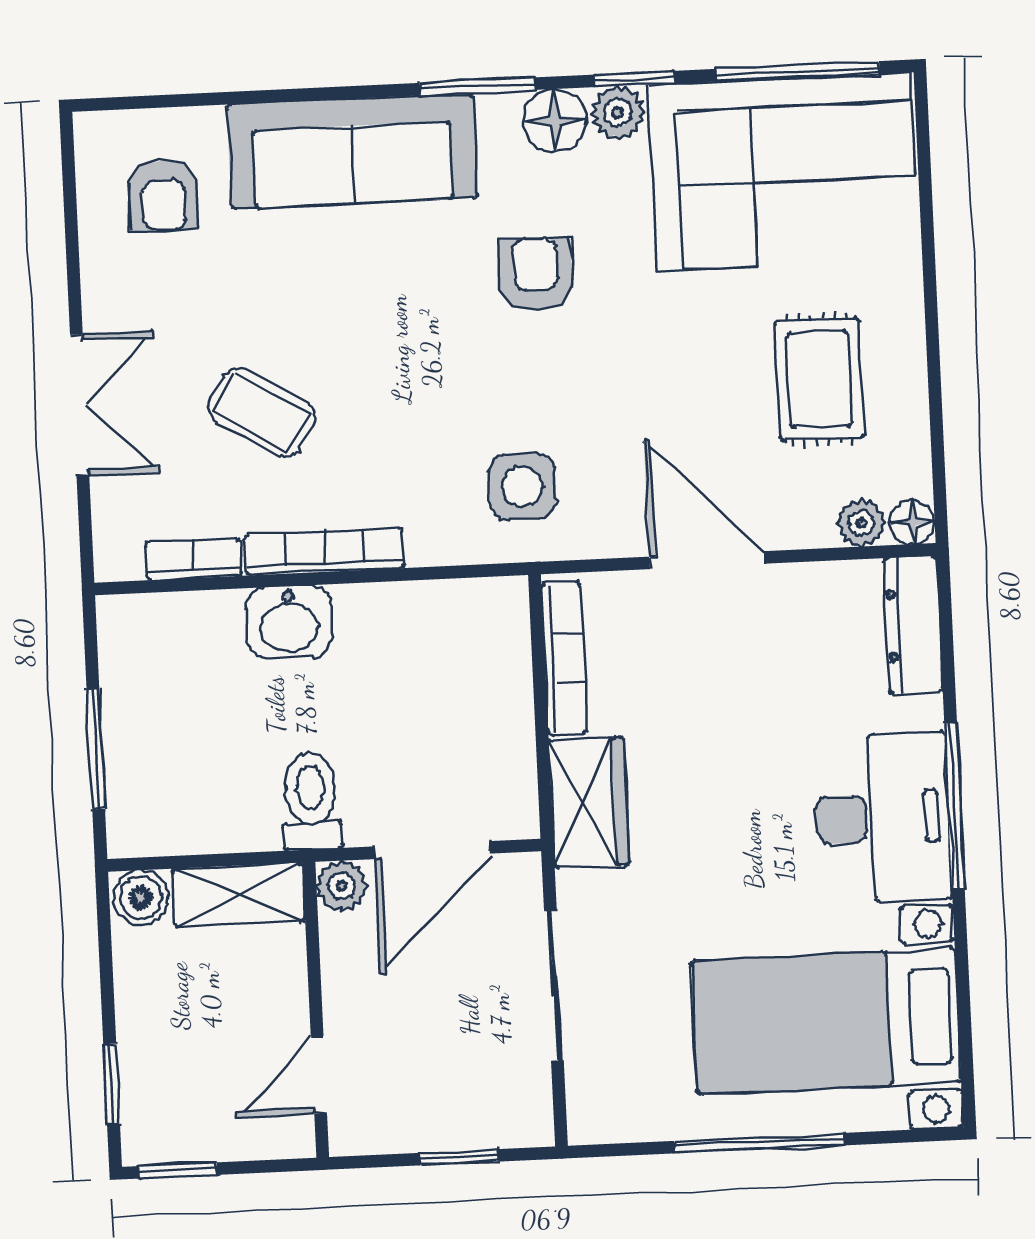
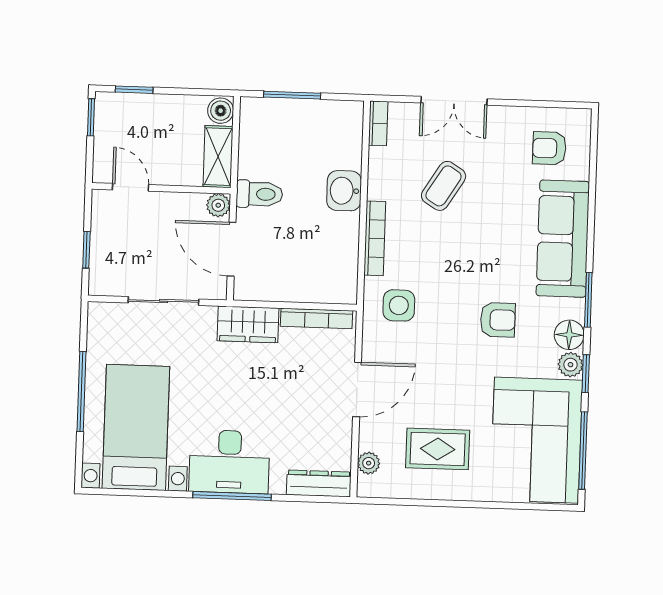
floor lamp: (912, 522) -> (367, 487), removed
bookcase: (324, 552) -> (375, 238), moved
bookcase: (193, 559) -> (378, 123), moved

